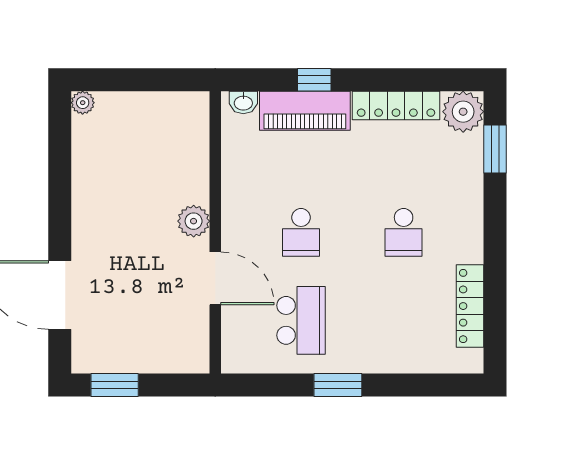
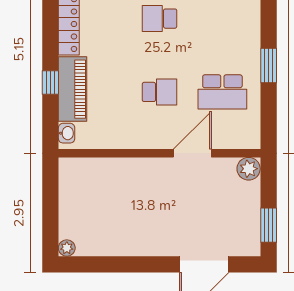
plant: (194, 221) -> (249, 169), moved
school desk: (404, 232) -> (159, 19), turned 180
school desk: (301, 320) -> (222, 92), turned 180

